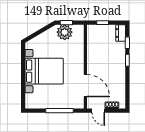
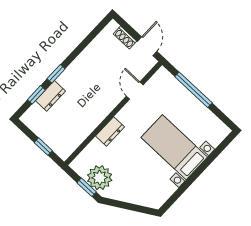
dresser: (121, 33) -> (51, 96), moved
dresser: (79, 57) -> (110, 131), added
bed with nightstands: (44, 71) -> (174, 147), width x0.73
door: (85, 86) -> (135, 91), width x0.53

